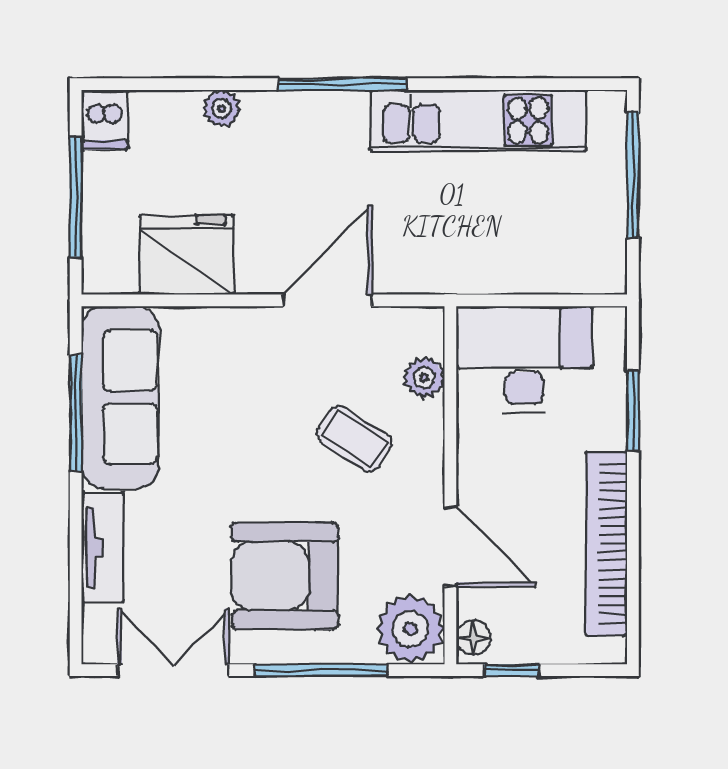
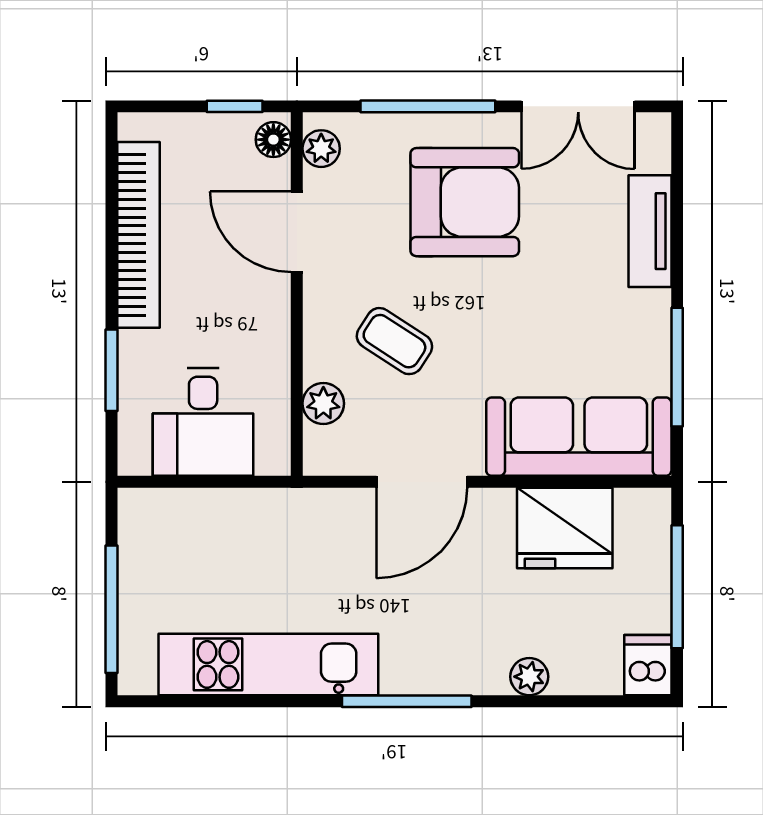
desk: (524, 359) -> (203, 422), width x0.73
sofa: (120, 397) -> (579, 437), moved, turned 90
plant: (410, 629) -> (321, 149), width x0.53, depth x0.53

